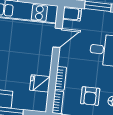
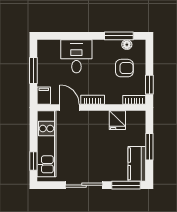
bookcase: (61, 78) -> (93, 100), moved

